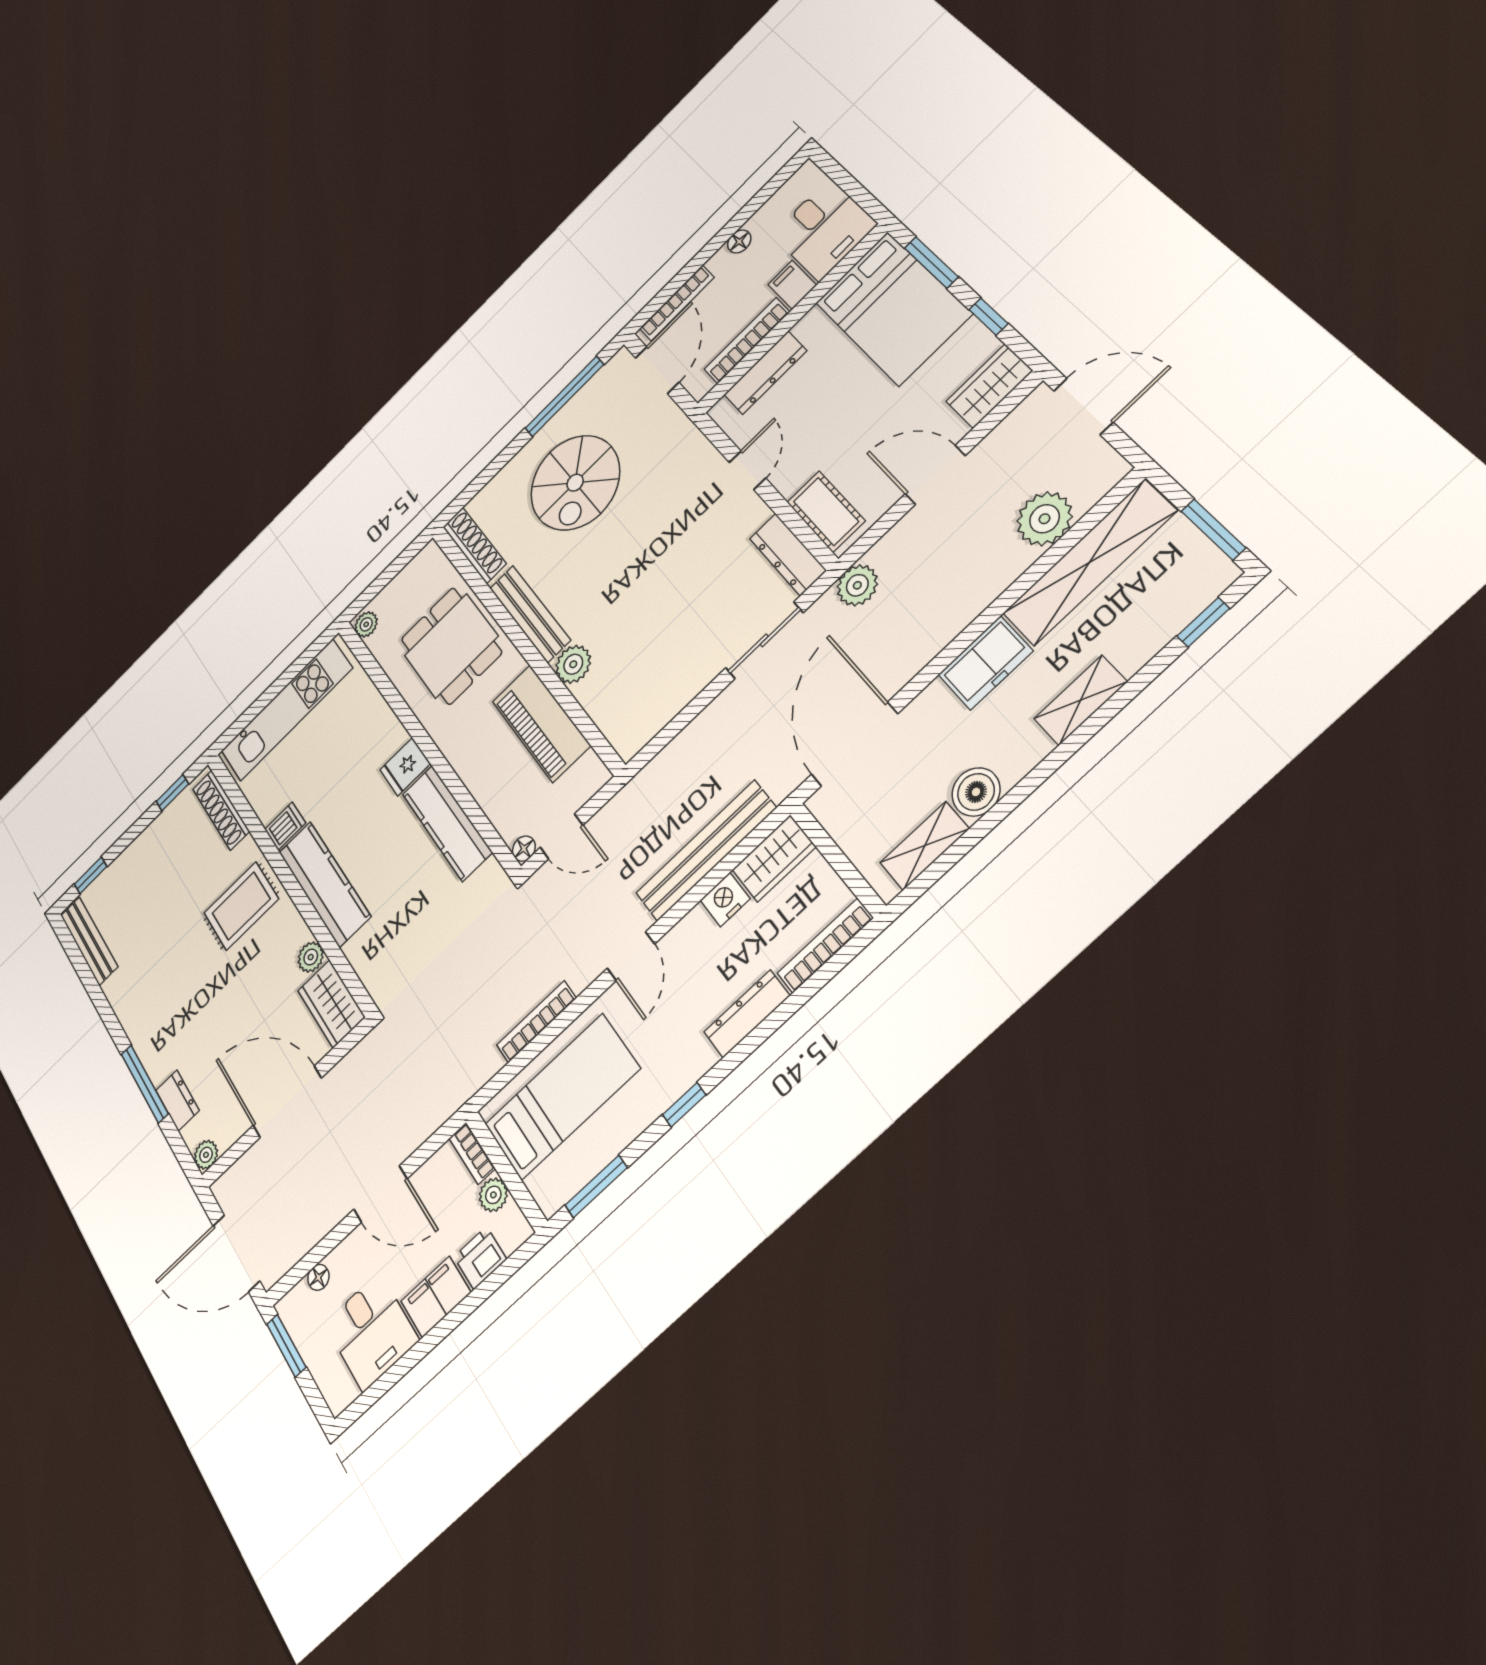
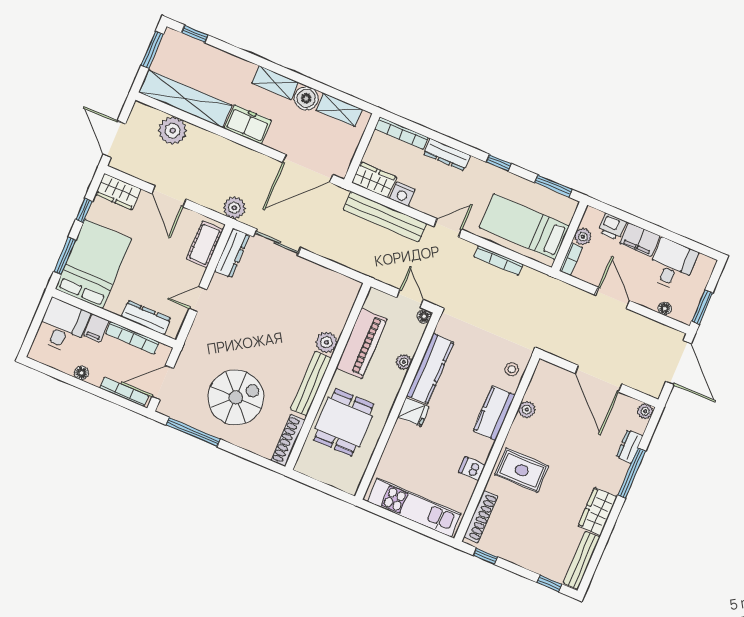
plant: (366, 624) -> (404, 362), moved
shelving: (1080, 700) -> (275, 83), moved
kitchen counter: (324, 884) -> (494, 413), width x0.67
stool: (375, 961) -> (512, 369), added
wardrobe: (331, 1004) -> (598, 511), moved, turned 180

